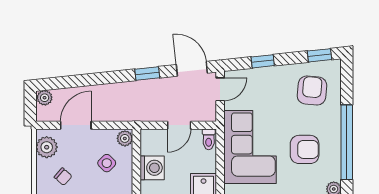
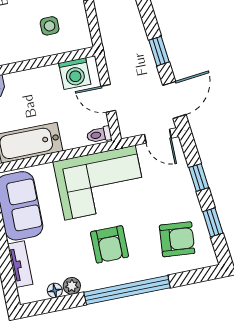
window: (320, 55) -> (213, 222), moved
plant: (125, 138) -> (81, 41), removed
side table: (107, 163) -> (50, 26), turned 45
washing machine: (152, 168) -> (75, 74), moved

